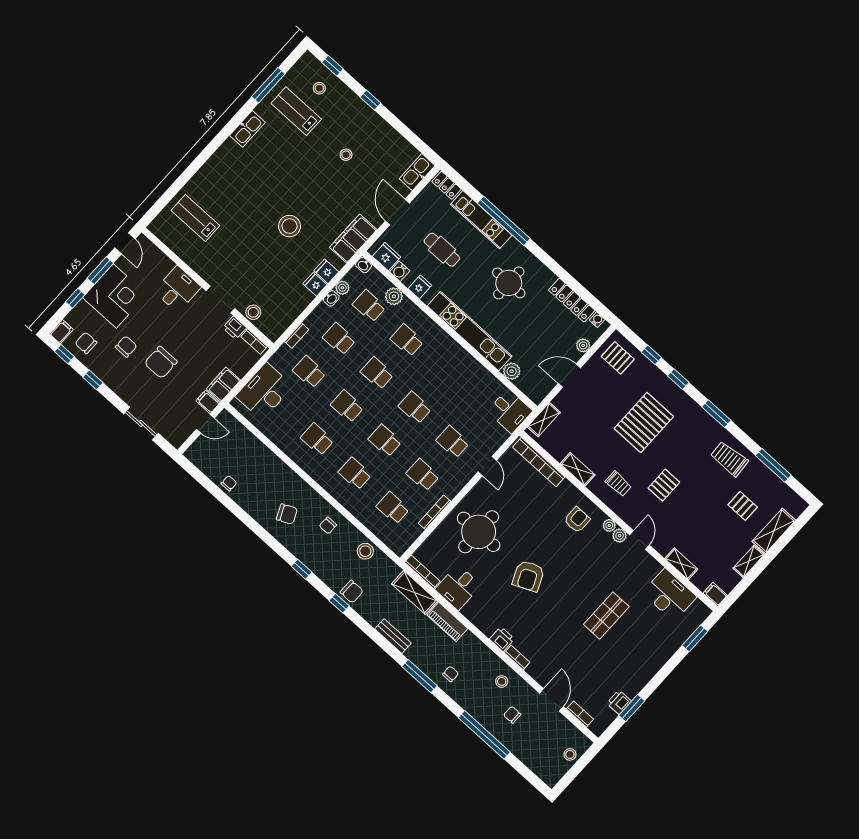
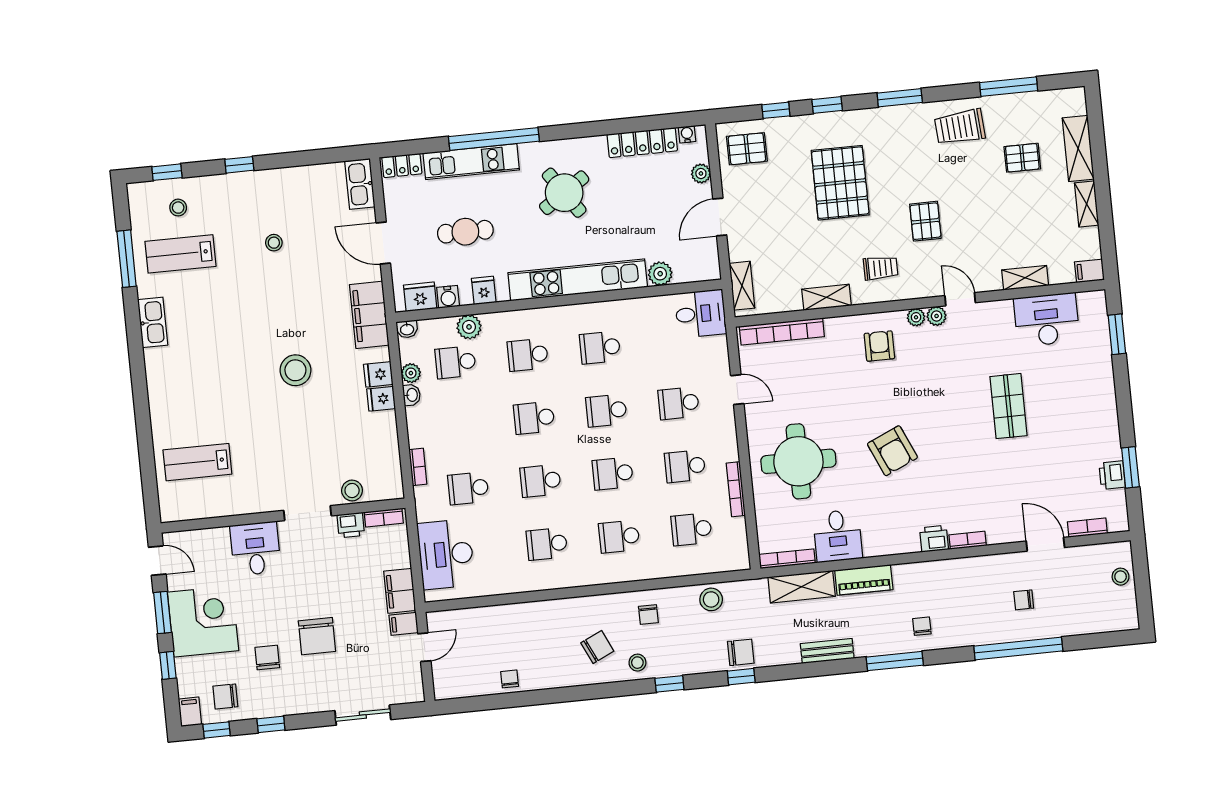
round table: (509, 283) -> (564, 193), turned -34
school desk: (339, 339) -> (600, 348), moved
stool: (502, 681) -> (637, 663), moved

